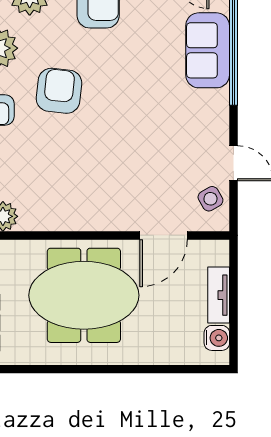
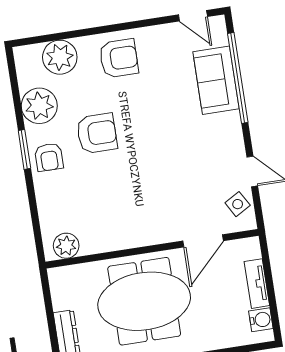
armchair: (59, 91) -> (97, 133), turned 84

